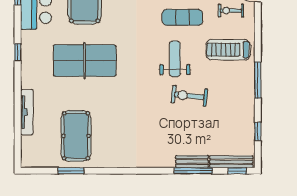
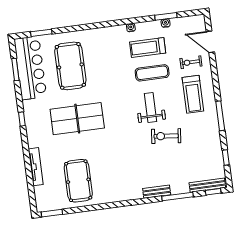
treadmill: (228, 50) -> (193, 94), turned -90
bench: (192, 162) -> (157, 192), moved
window: (71, 171) -> (52, 213), moved

